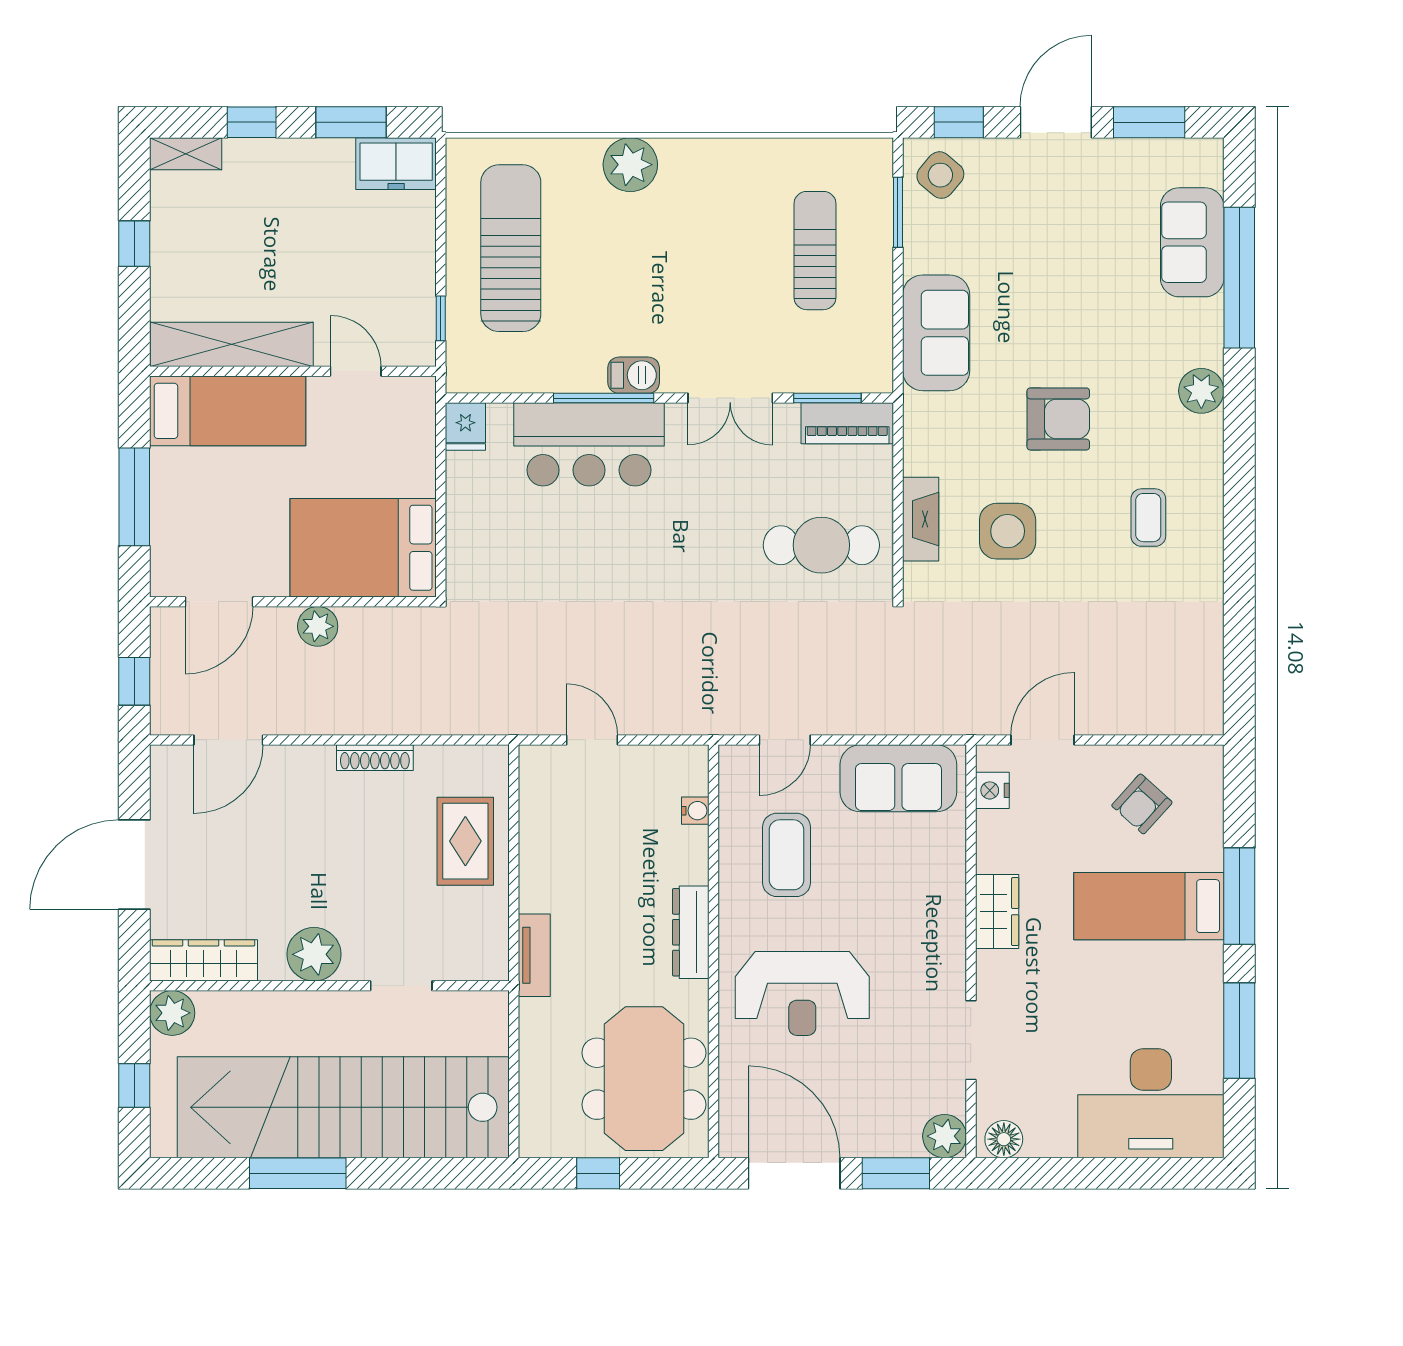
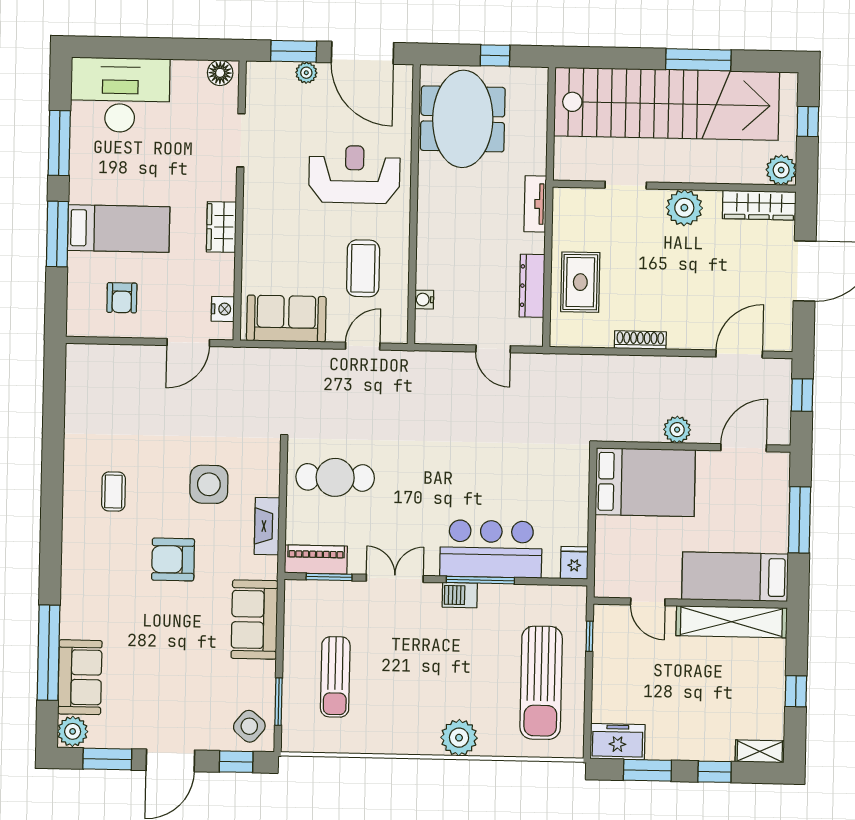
plant: (1201, 391) -> (73, 731), moved
fireplace: (921, 519) -> (267, 526), moved
armchair: (1142, 804) -> (122, 298), turned 138
dresser: (691, 932) -> (532, 286), moved, turned 180
plant: (945, 1136) -> (306, 73), moved, width x0.73, depth x0.73

